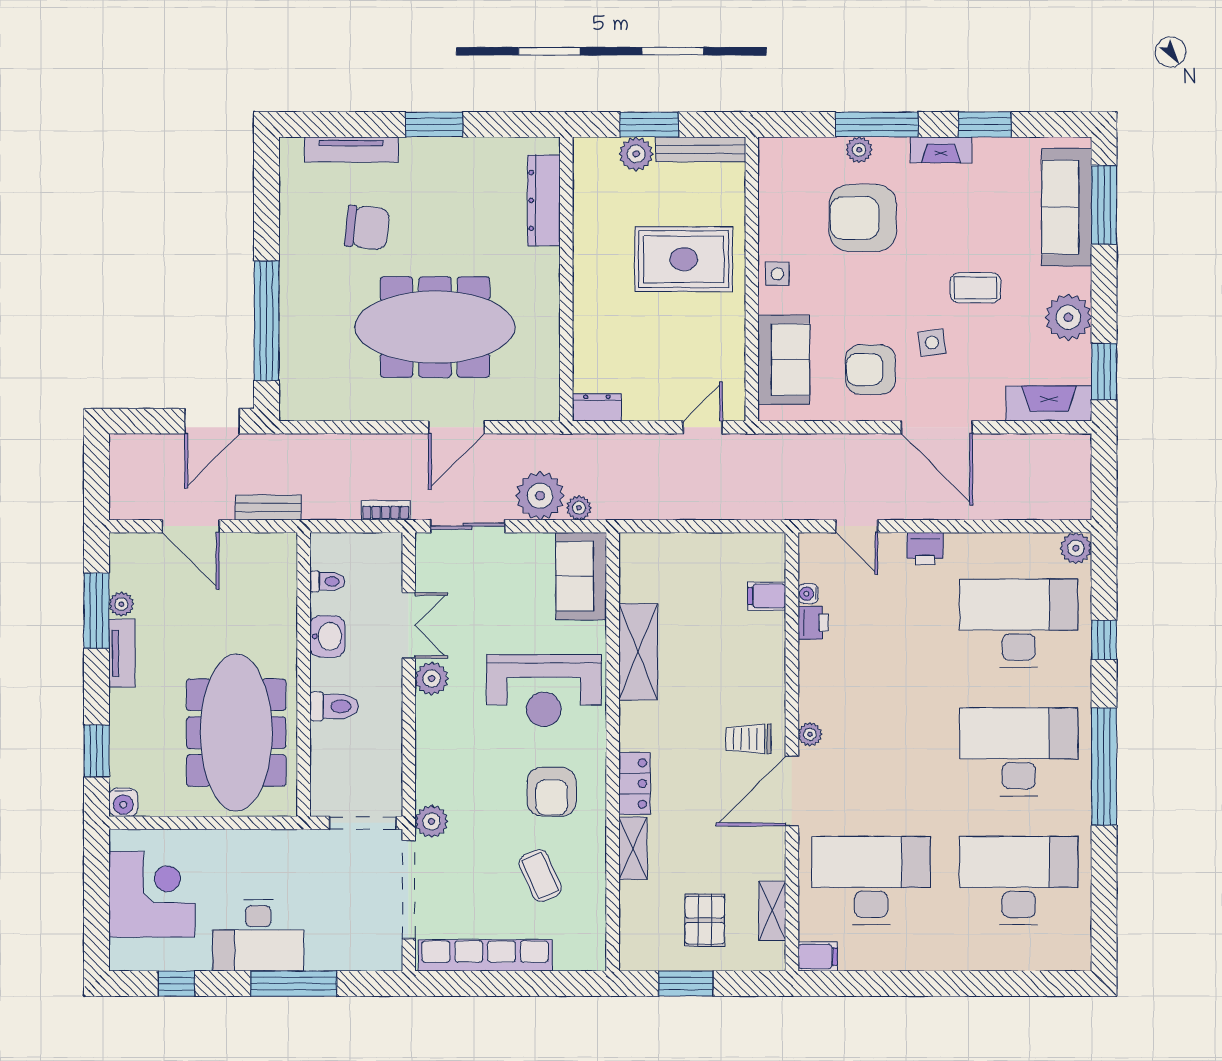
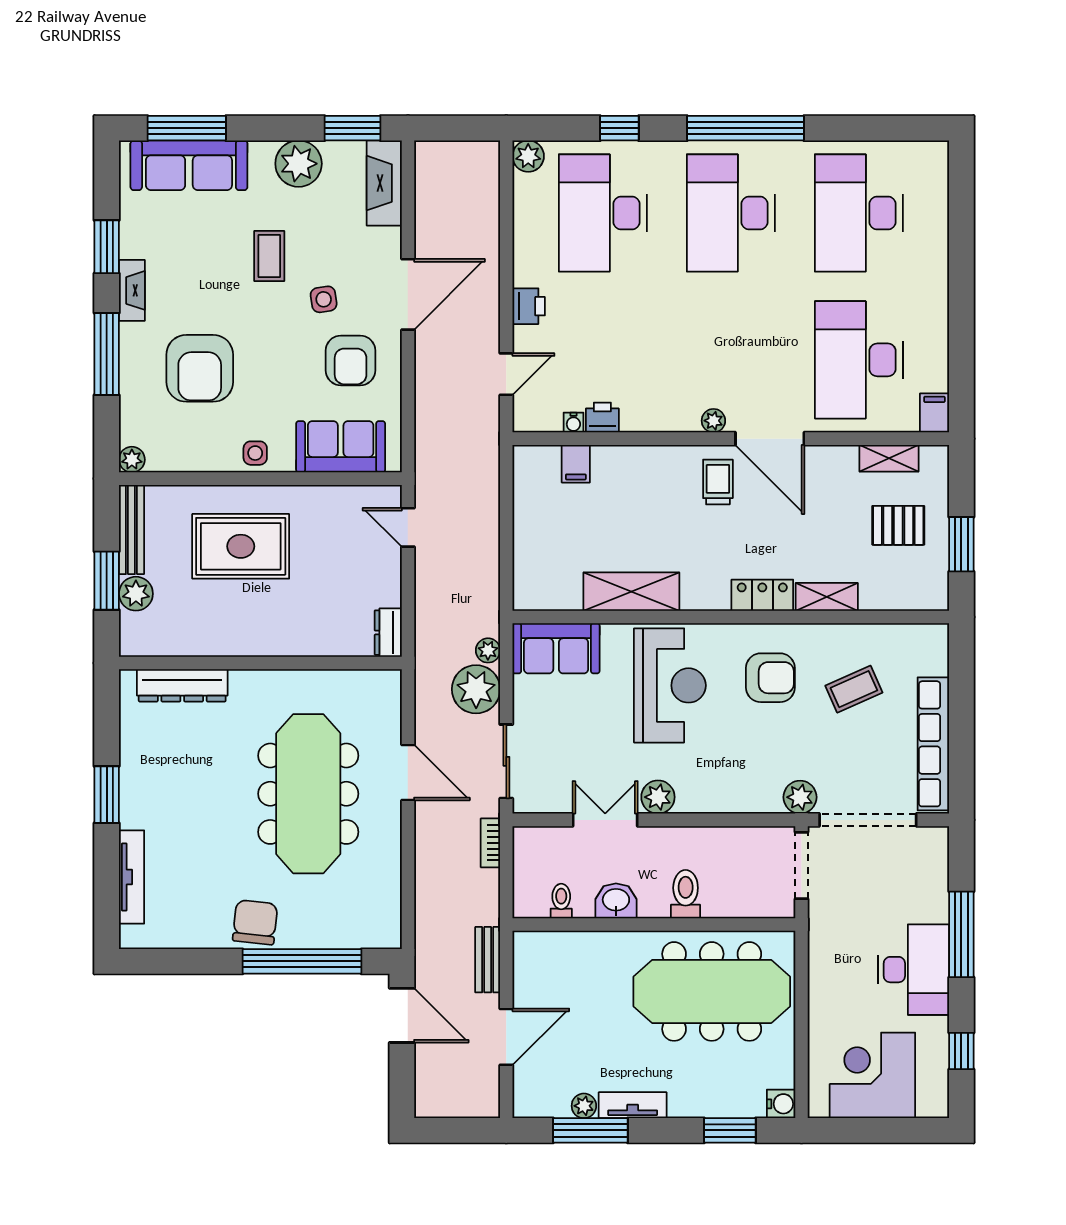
plant: (859, 150) -> (132, 460), moved
chair: (367, 228) -> (255, 922), moved
rug: (684, 259) -> (241, 546), turned 90
trolley: (748, 739) -> (718, 482), turned 180

